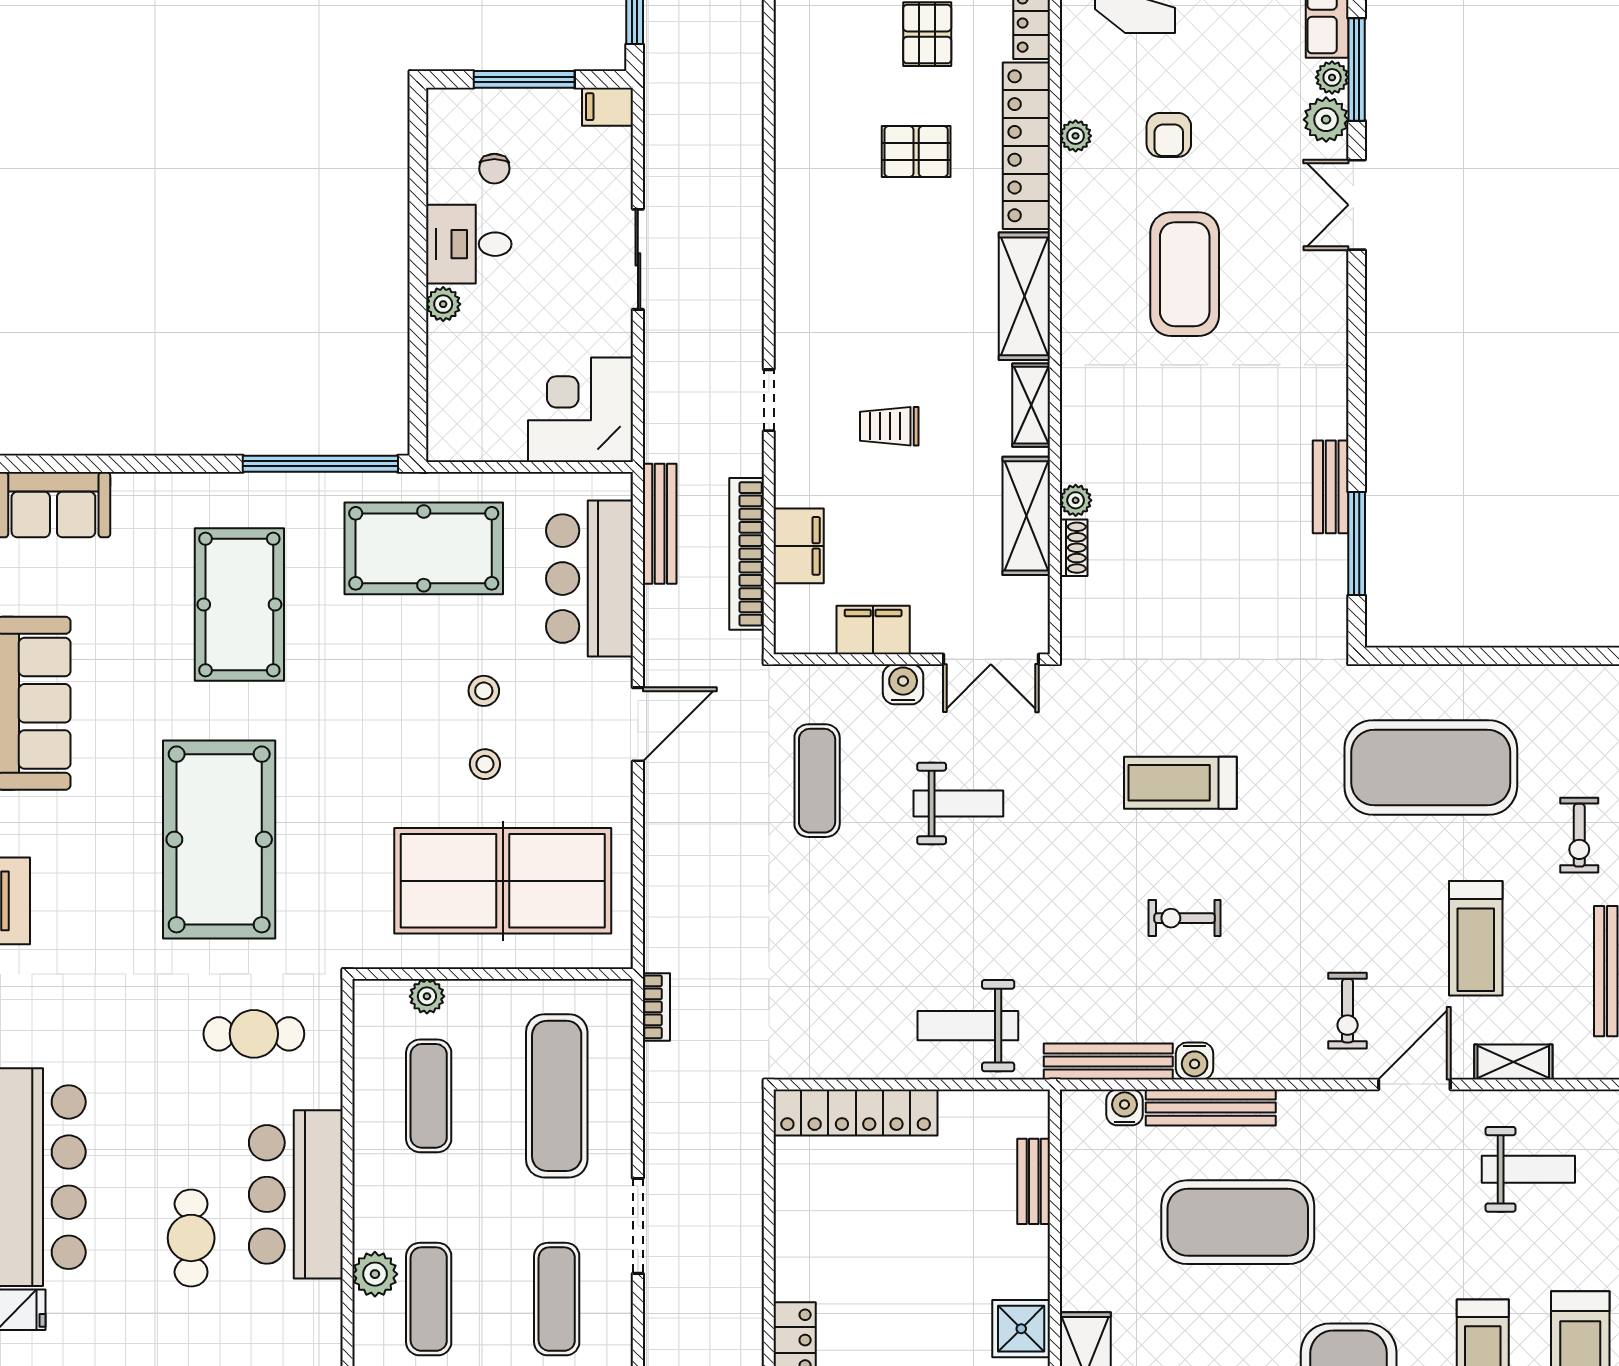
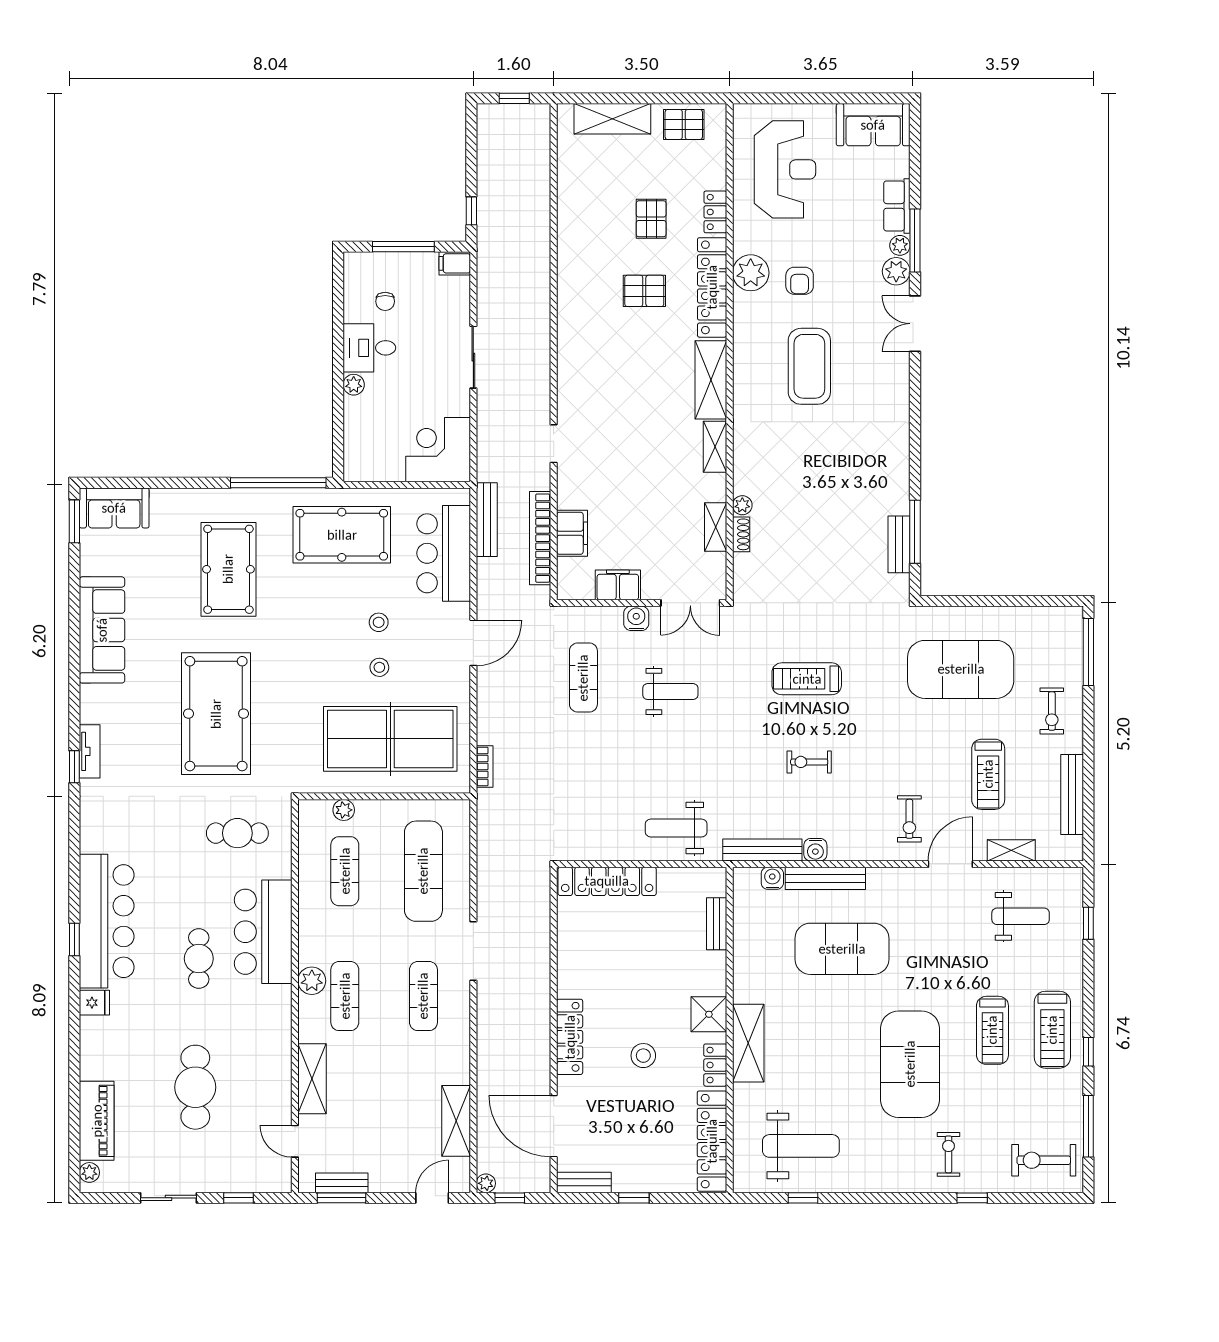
plant: (1076, 136) -> (751, 273), width x1.88, depth x1.88
trolley: (889, 426) -> (628, 460), removed
bench: (1331, 487) -> (899, 544), moved
shelving: (1026, 516) -> (716, 527), width x0.67, depth x0.75
bookcase: (656, 1007) -> (485, 766), moved

